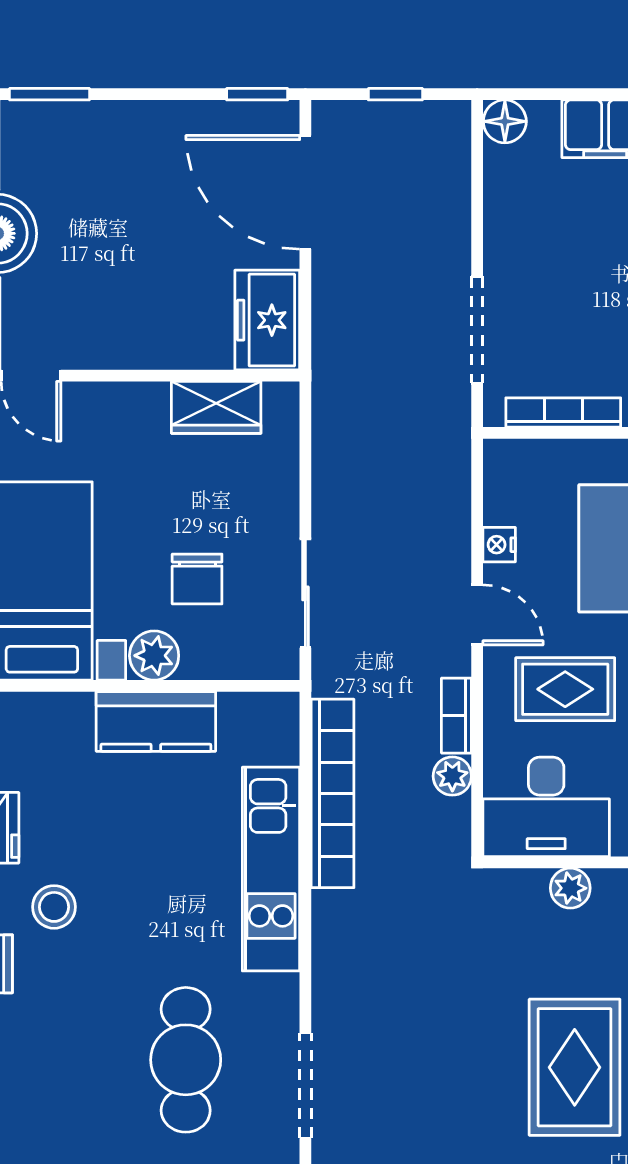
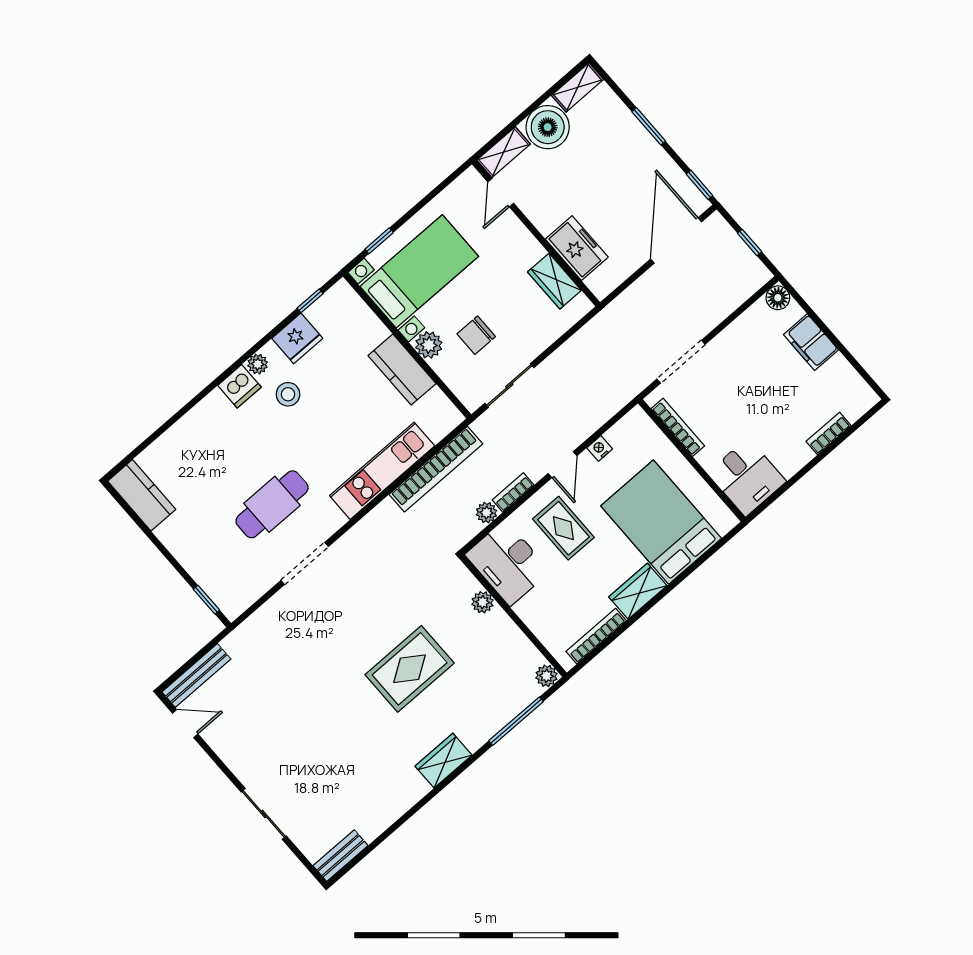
window: (49, 94) -> (649, 126), moved
freezer: (267, 320) -> (577, 248), moved, turned 90

